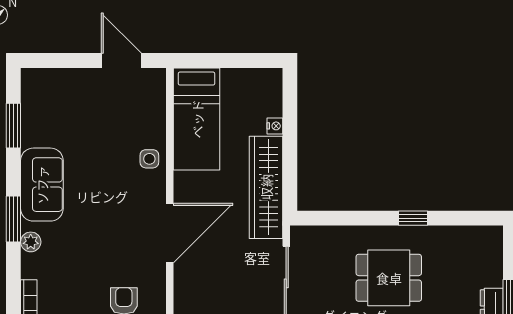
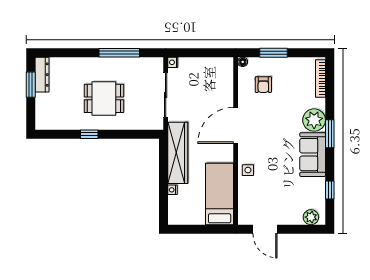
plant: (45, 80) -> (311, 217), added
window: (13, 126) -> (330, 190), width x0.67
plant: (31, 242) -> (314, 120), width x1.87, depth x1.87

